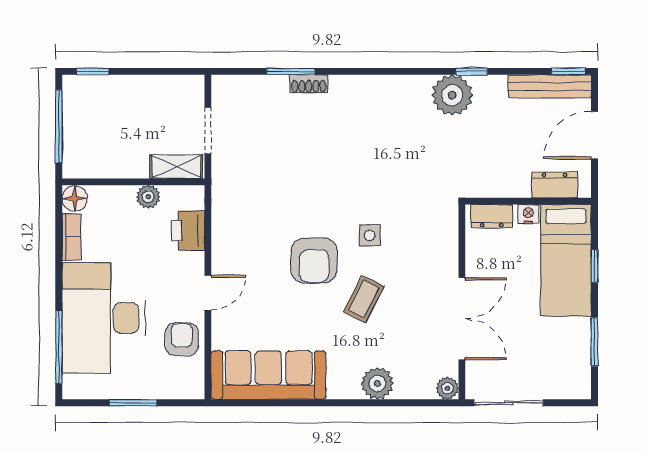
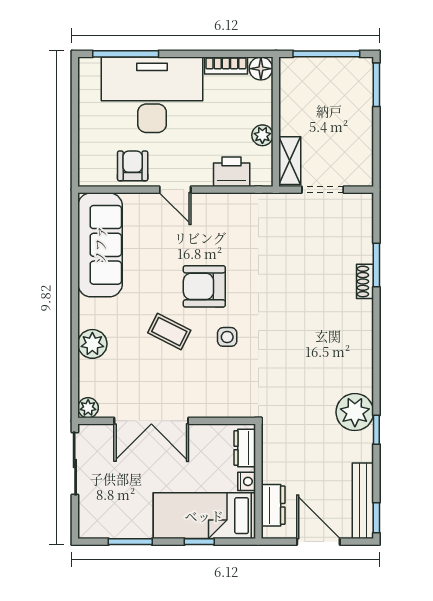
window: (93, 71) -> (376, 85), width x1.50
armchair: (182, 339) -> (133, 166), turned -90
window: (133, 403) -> (75, 121), removed

